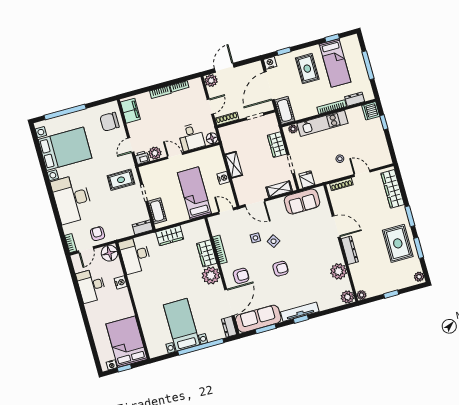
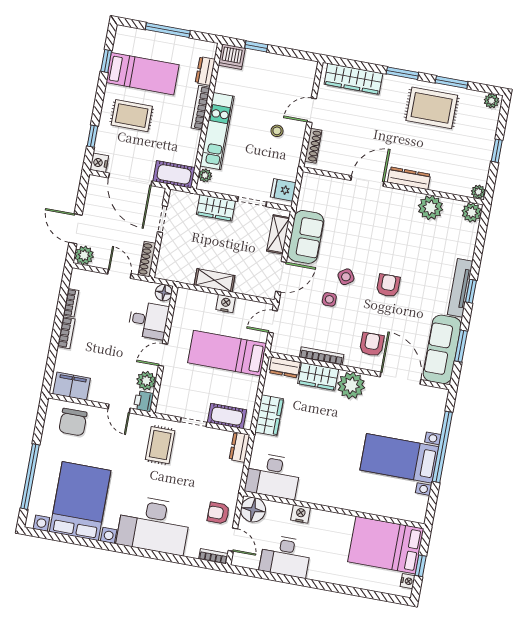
sofa: (302, 202) -> (306, 237), moved
dresser: (229, 327) -> (285, 367), moved

